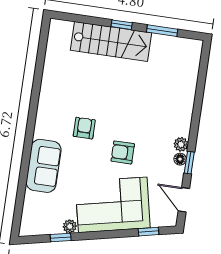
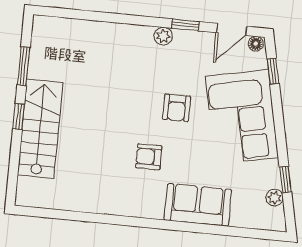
floor lamp: (180, 159) -> (256, 44), moved
plant: (70, 226) -> (274, 198), moved

